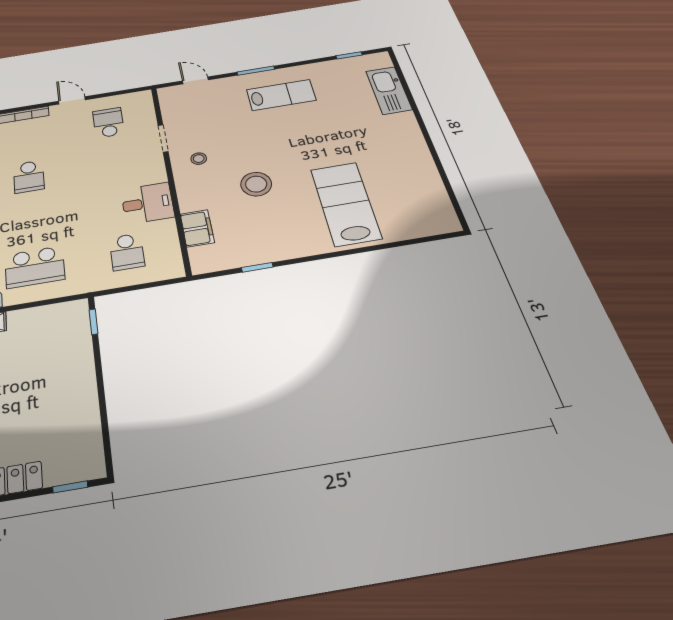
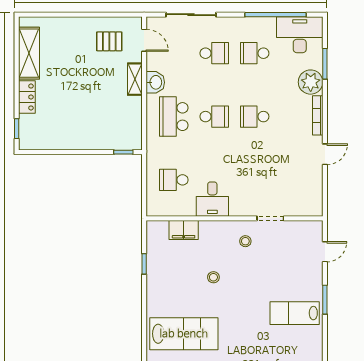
lab bench: (281, 95) -> (295, 313), turned 90
school desk: (108, 123) -> (214, 117), moved
stool: (256, 184) -> (213, 277), width x0.53, depth x0.53

